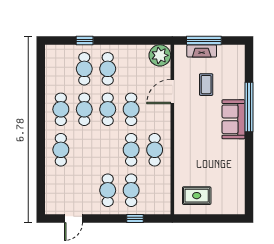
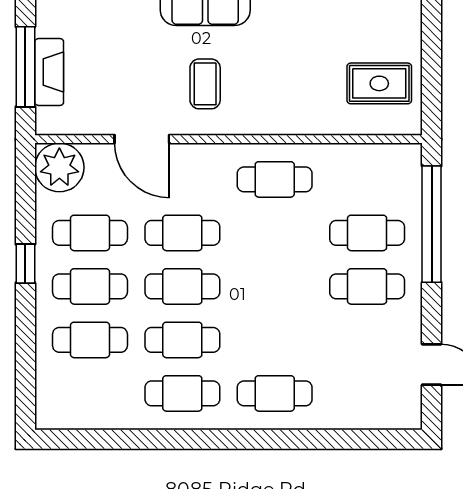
window: (85, 41) -> (25, 264), moved
coffee table: (206, 85) -> (205, 84), moved, turned 90
cafe table: (131, 150) -> (90, 233), moved
rug: (197, 196) -> (379, 83), turned 90
window: (135, 219) -> (432, 224), width x3.17

